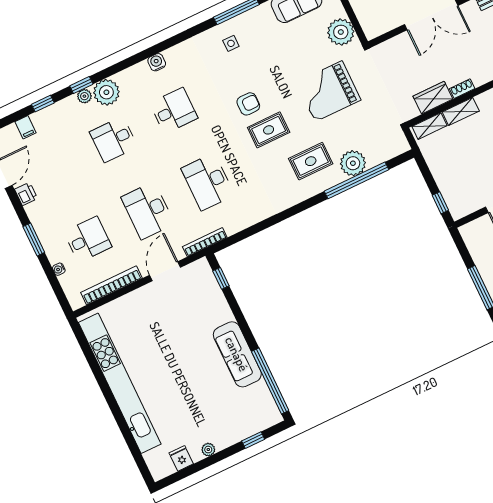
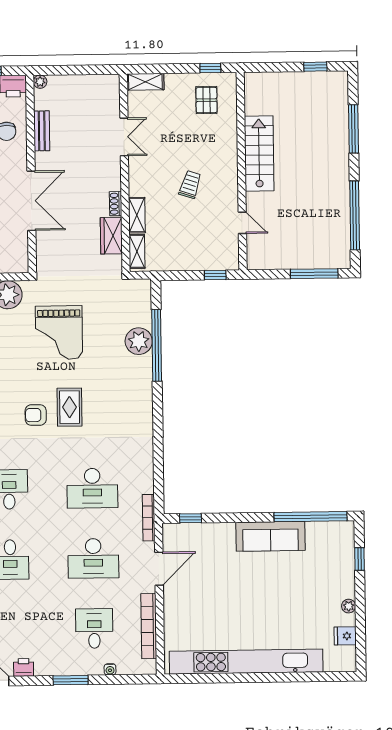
armchair: (248, 104) -> (36, 415), turned -90
rug: (311, 161) -> (118, 381), removed
door: (165, 271) -> (159, 569), swing flipped

